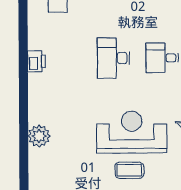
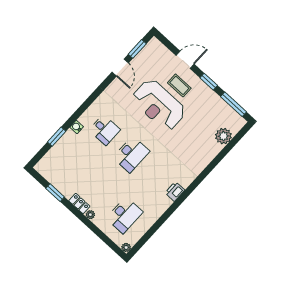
plant: (39, 136) -> (223, 136), moved

